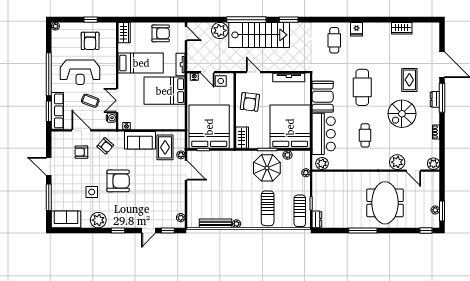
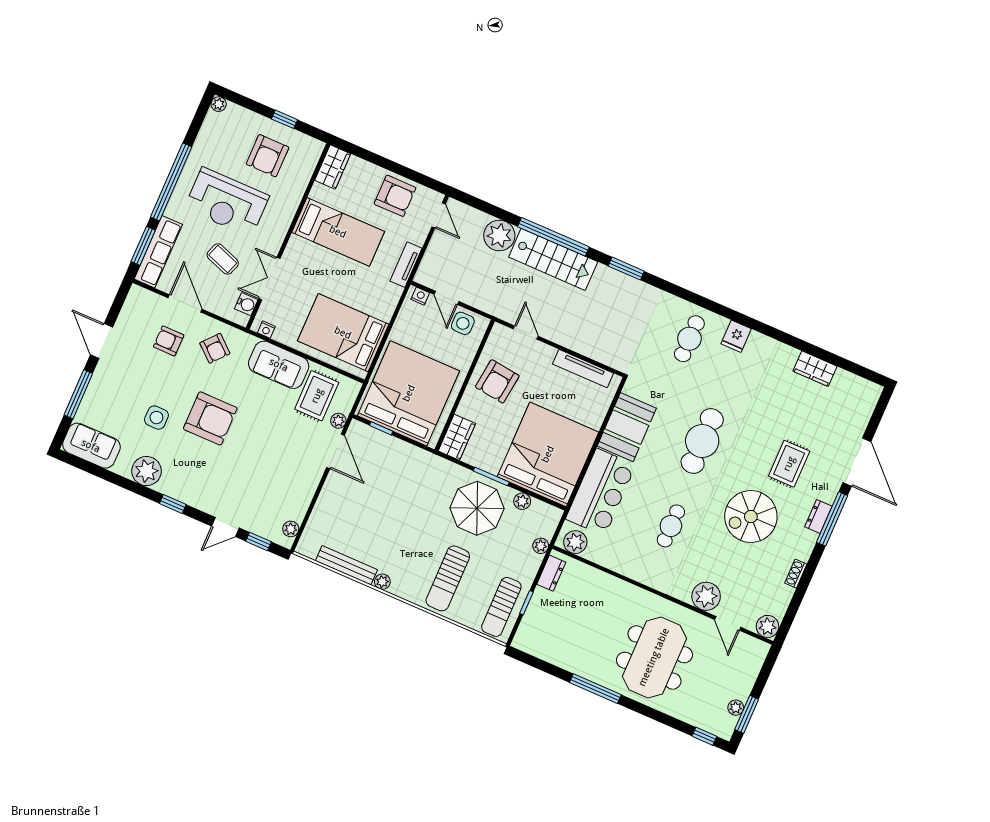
stairs: (259, 35) -> (553, 259), width x0.73, depth x0.66
bed: (164, 91) -> (343, 333), moved
dresser: (317, 219) -> (551, 573), moved

